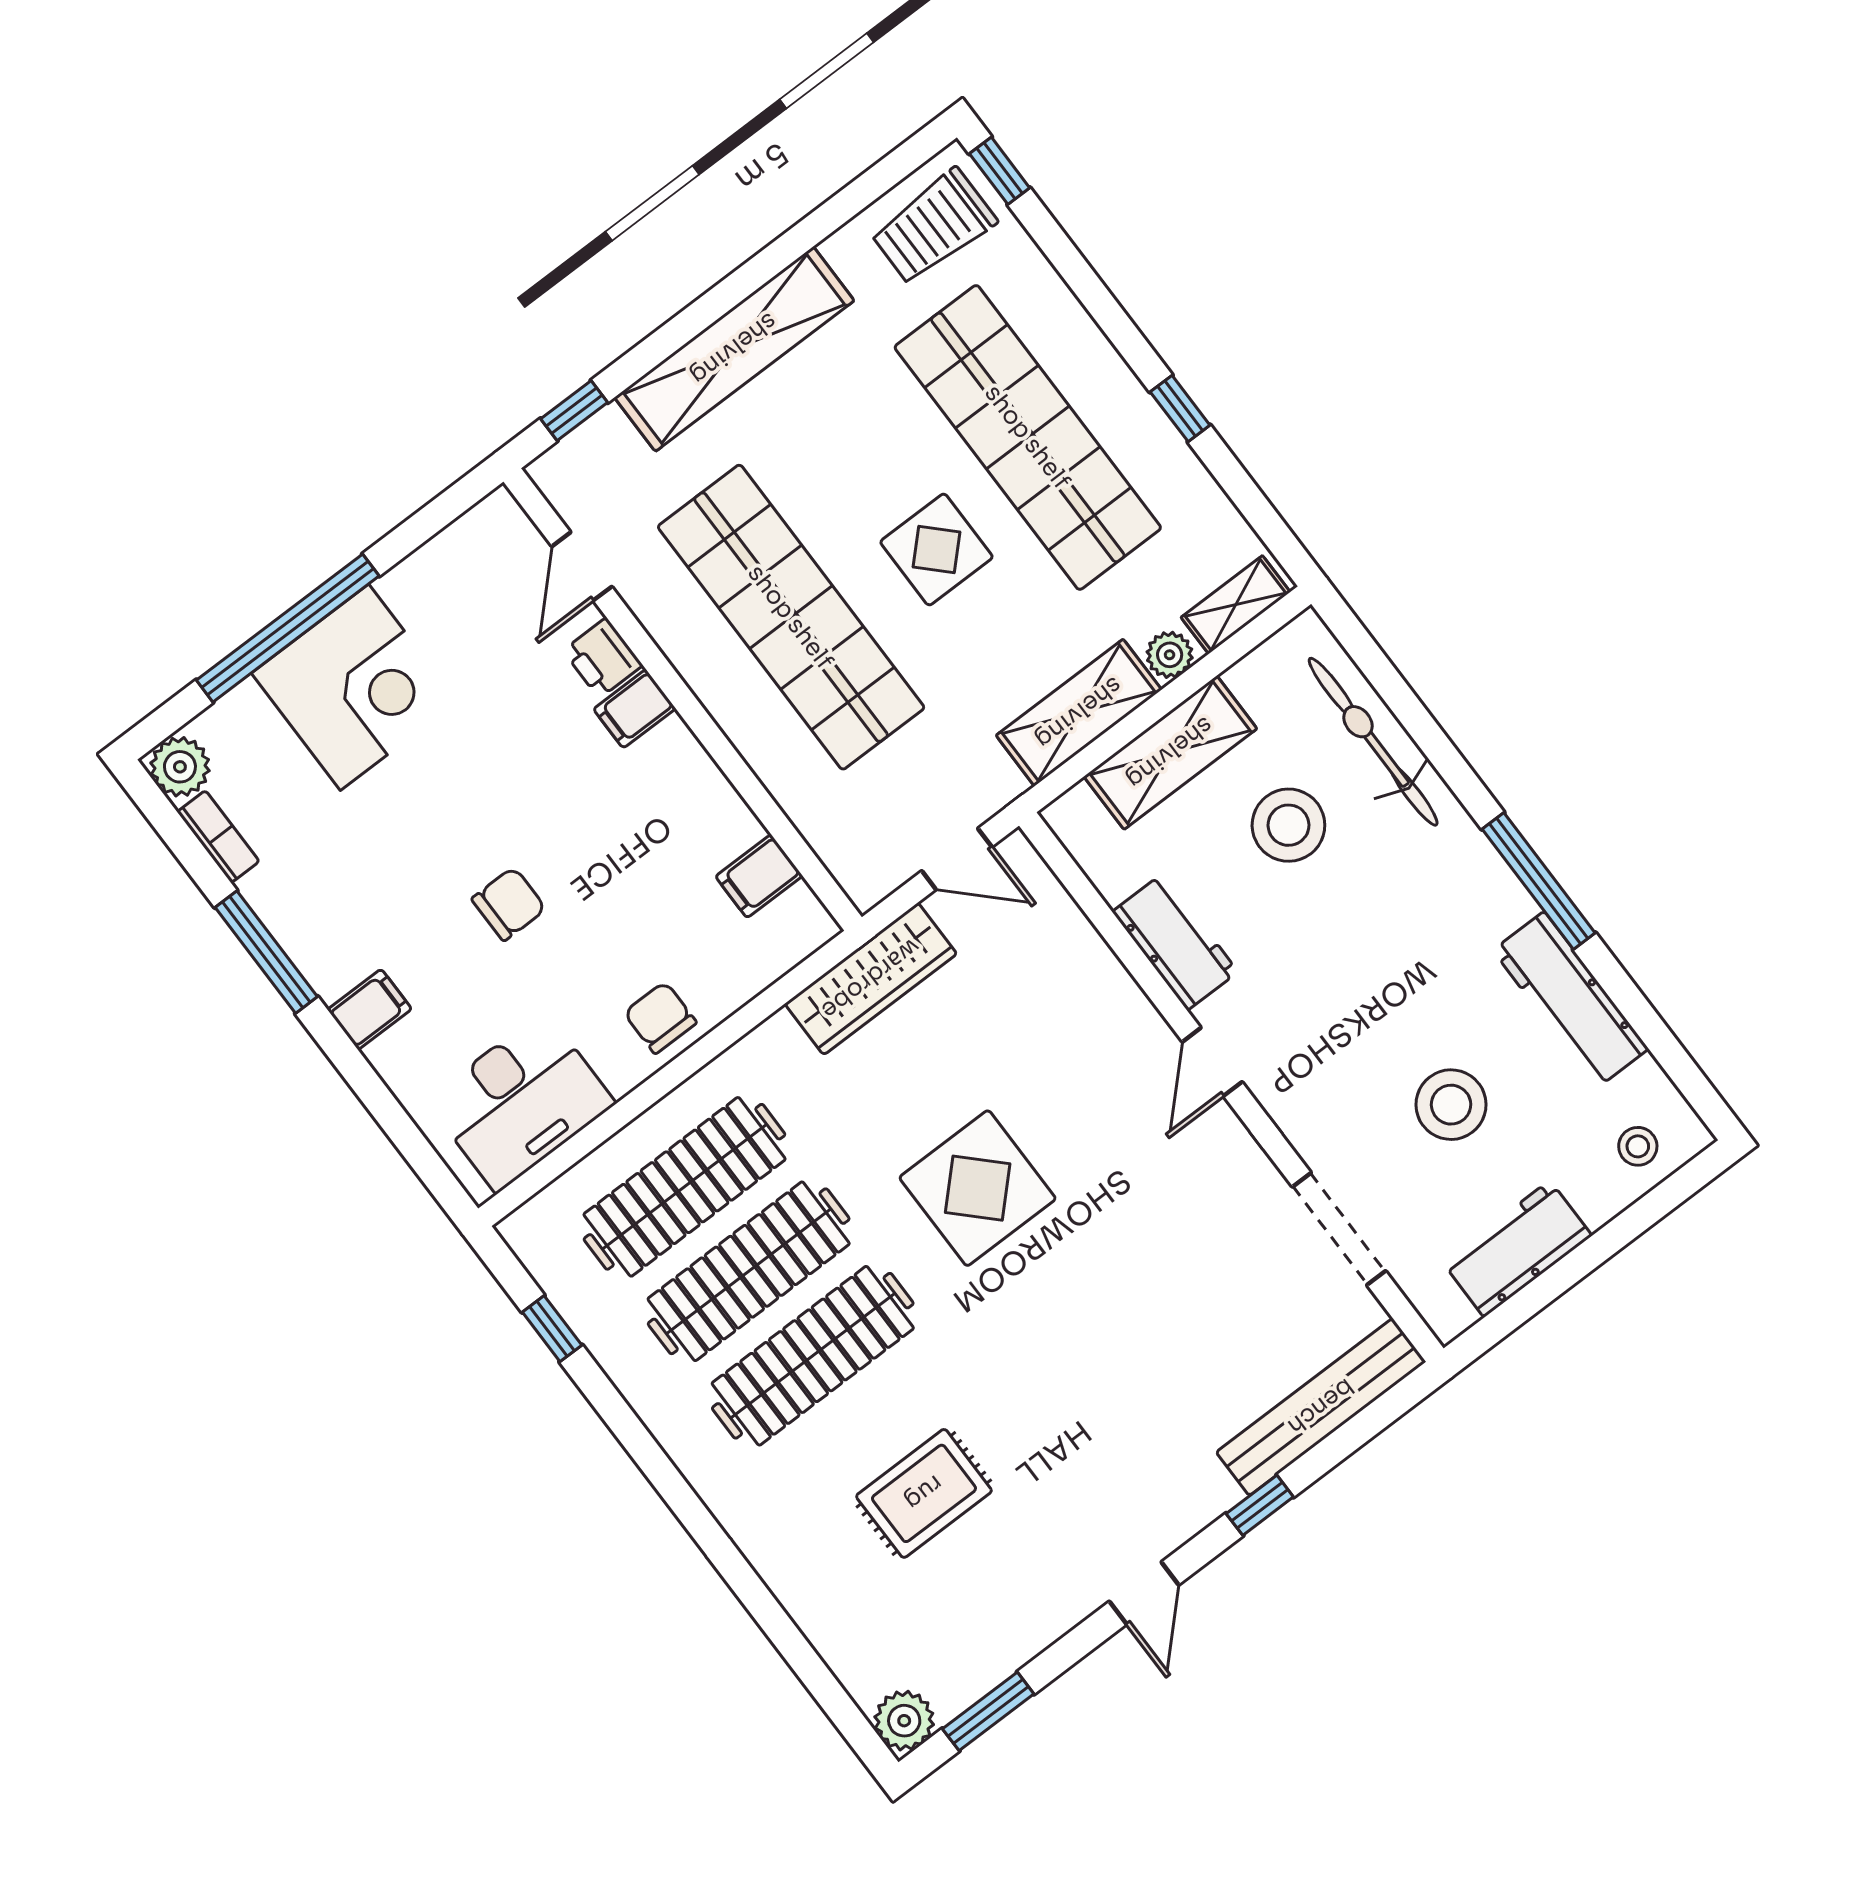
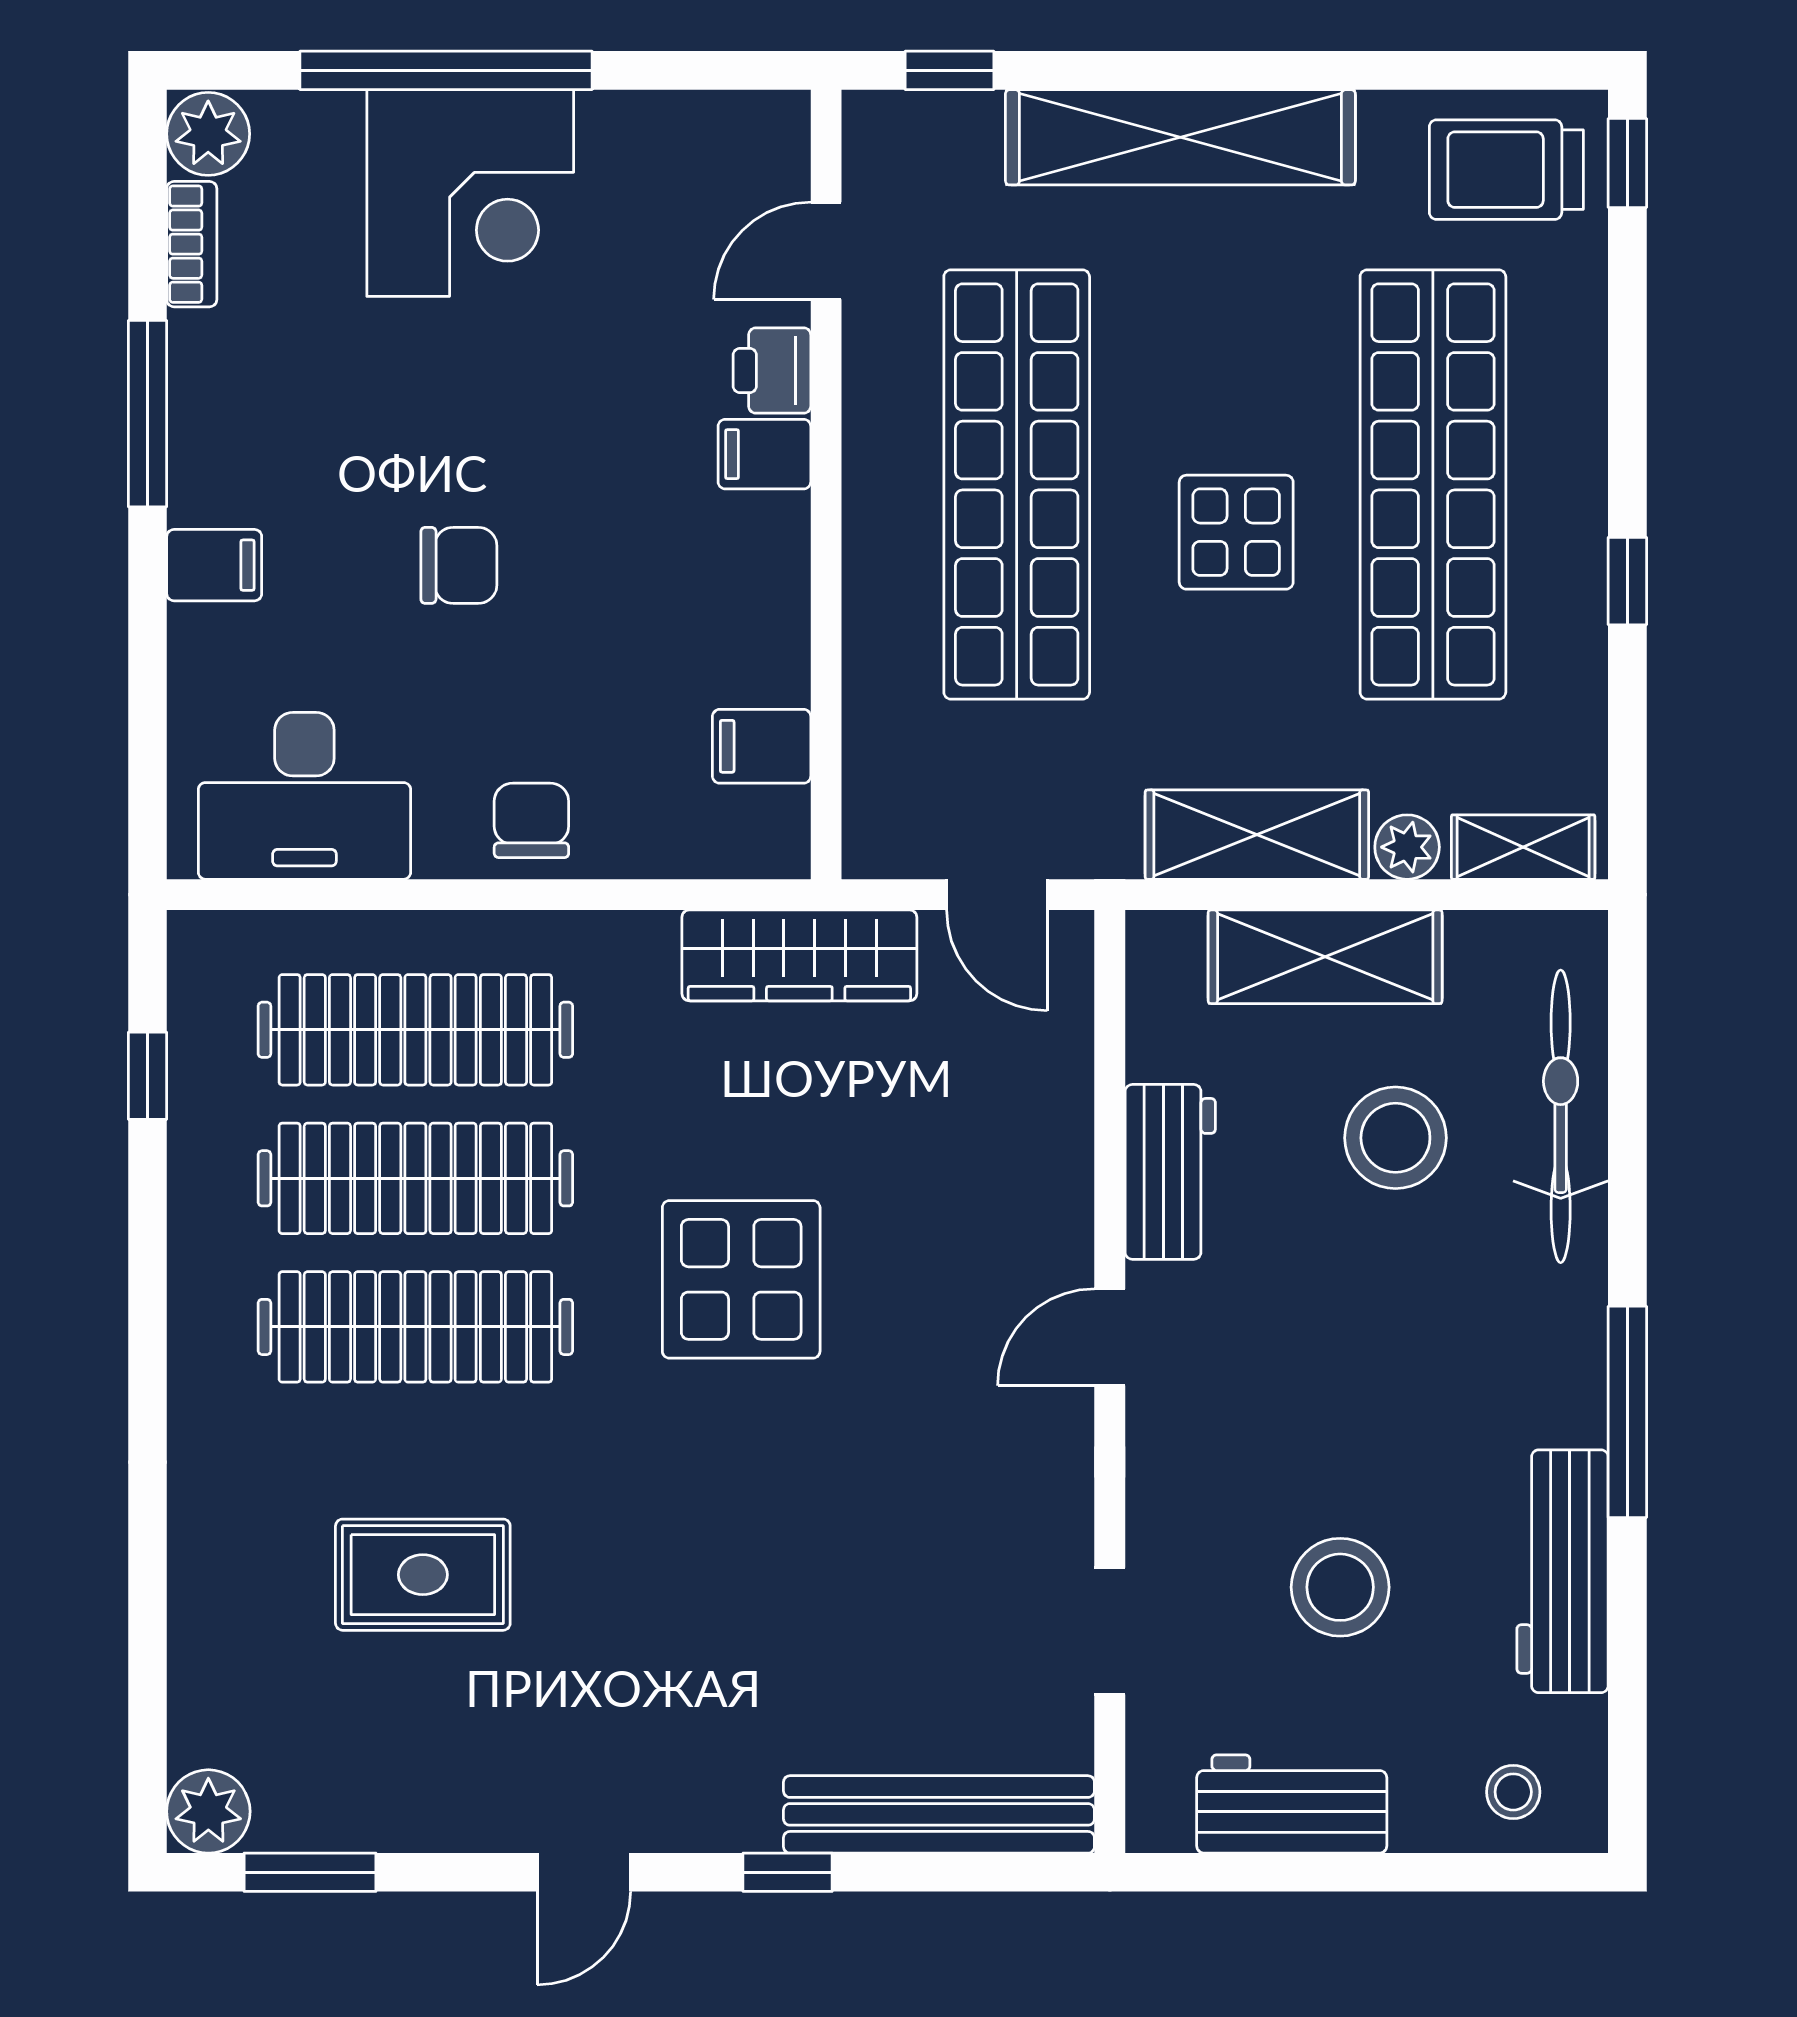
doorway: (1339, 1229) -> (1110, 1631), width x0.73

